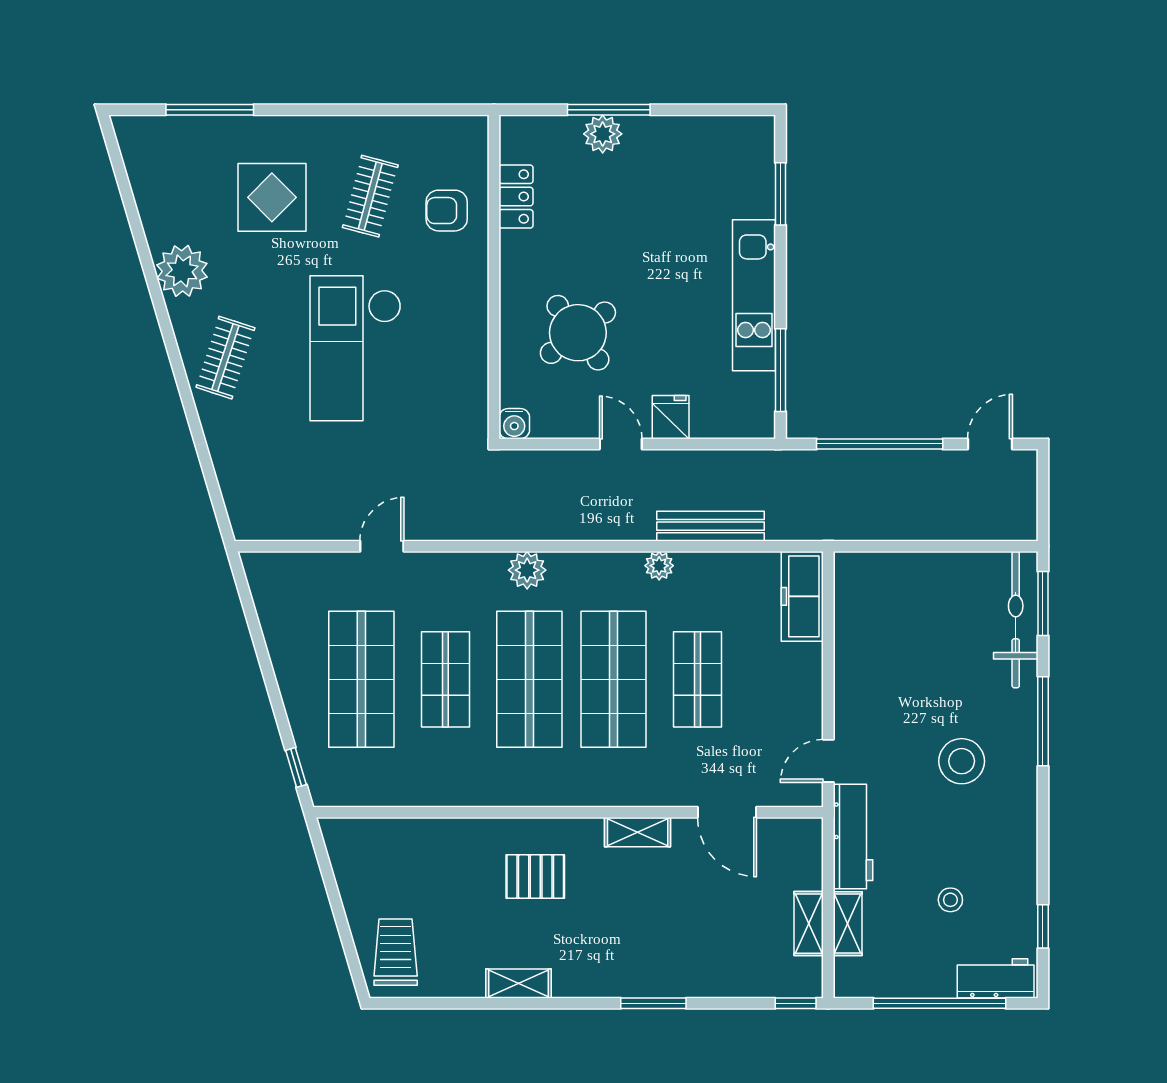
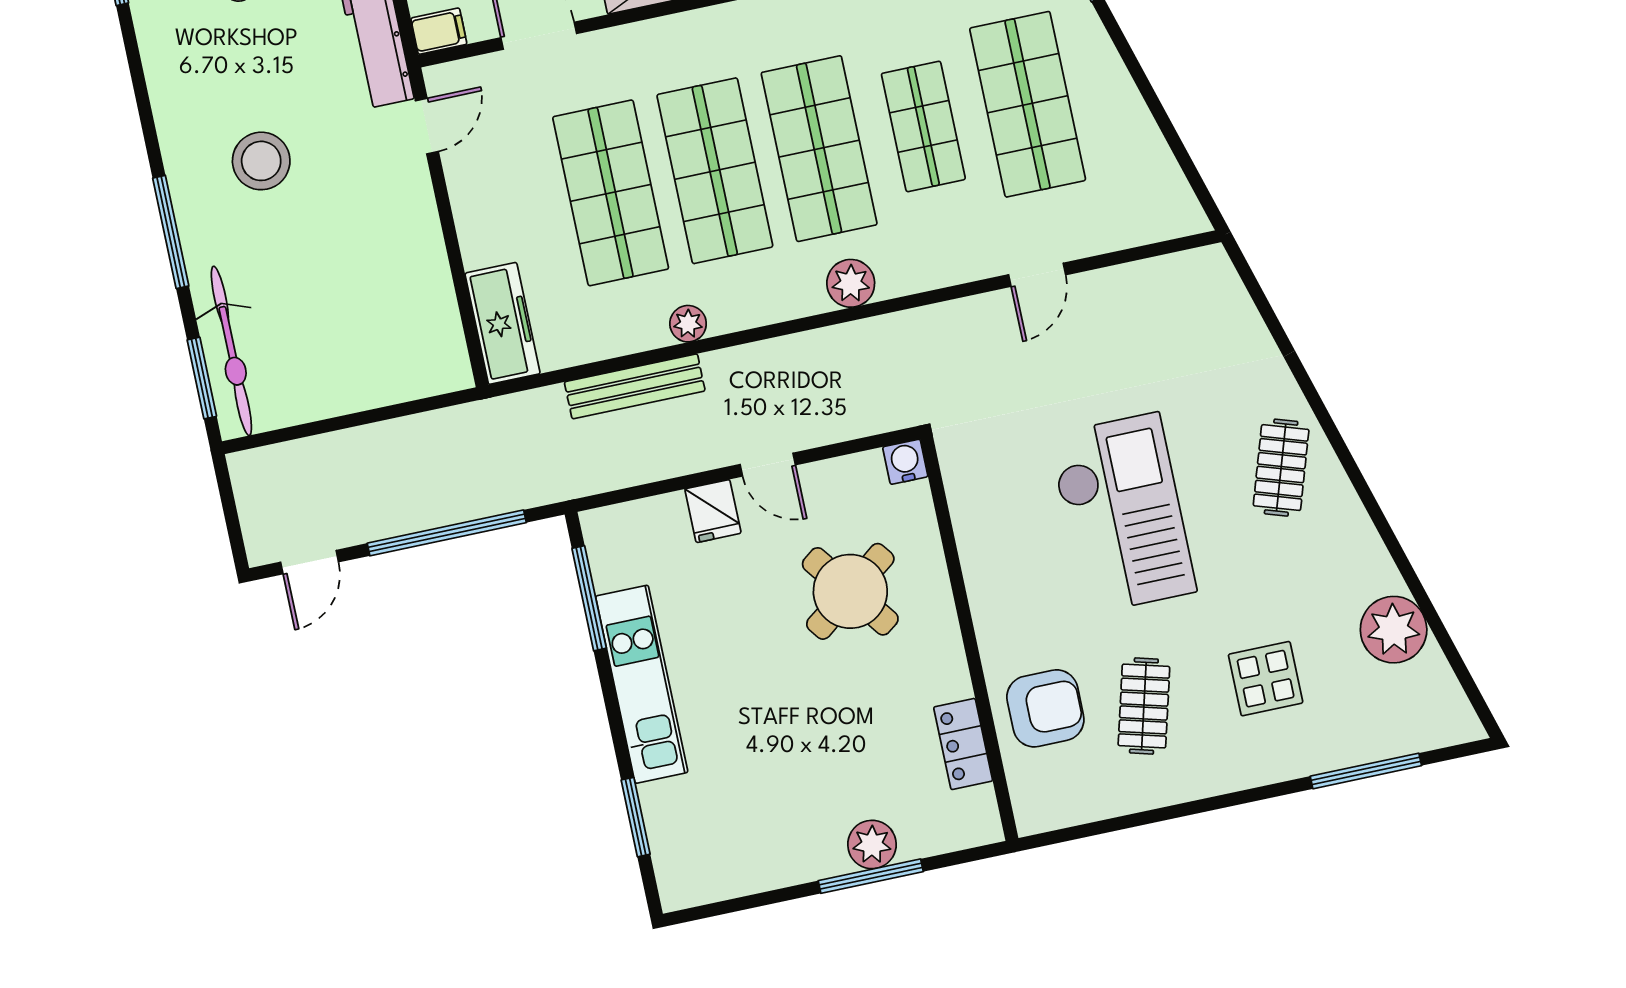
display table: (272, 197) -> (1266, 679), width x0.73, depth x0.73
armchair: (447, 211) -> (1045, 708), width x1.38, depth x1.38
plant: (182, 271) -> (1394, 630), moved
shop shelf: (697, 679) -> (611, 193), width x1.43, depth x1.36
filing cabinet: (803, 832) -> (439, 31), added

